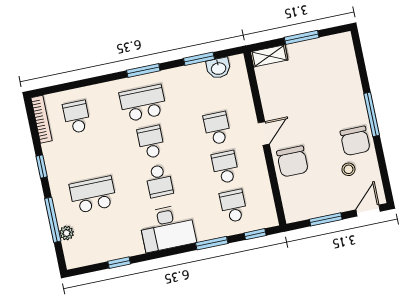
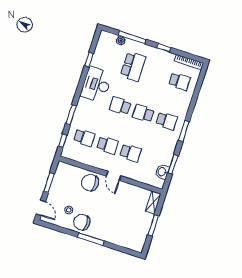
school desk: (143, 103) -> (167, 121), width x0.54
school desk: (151, 142) -> (143, 113), turned 180
desk: (167, 228) -> (96, 84), moved

